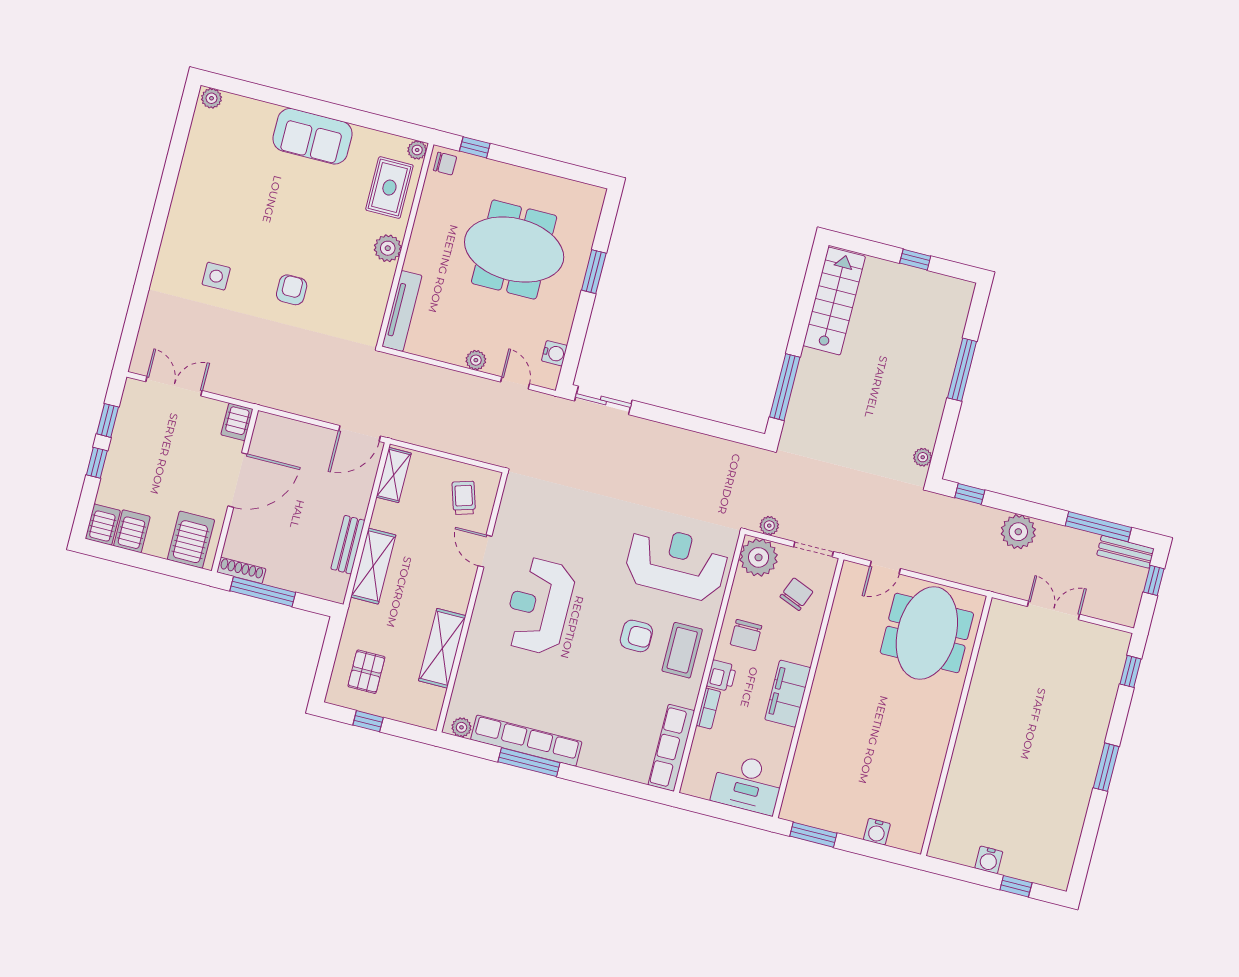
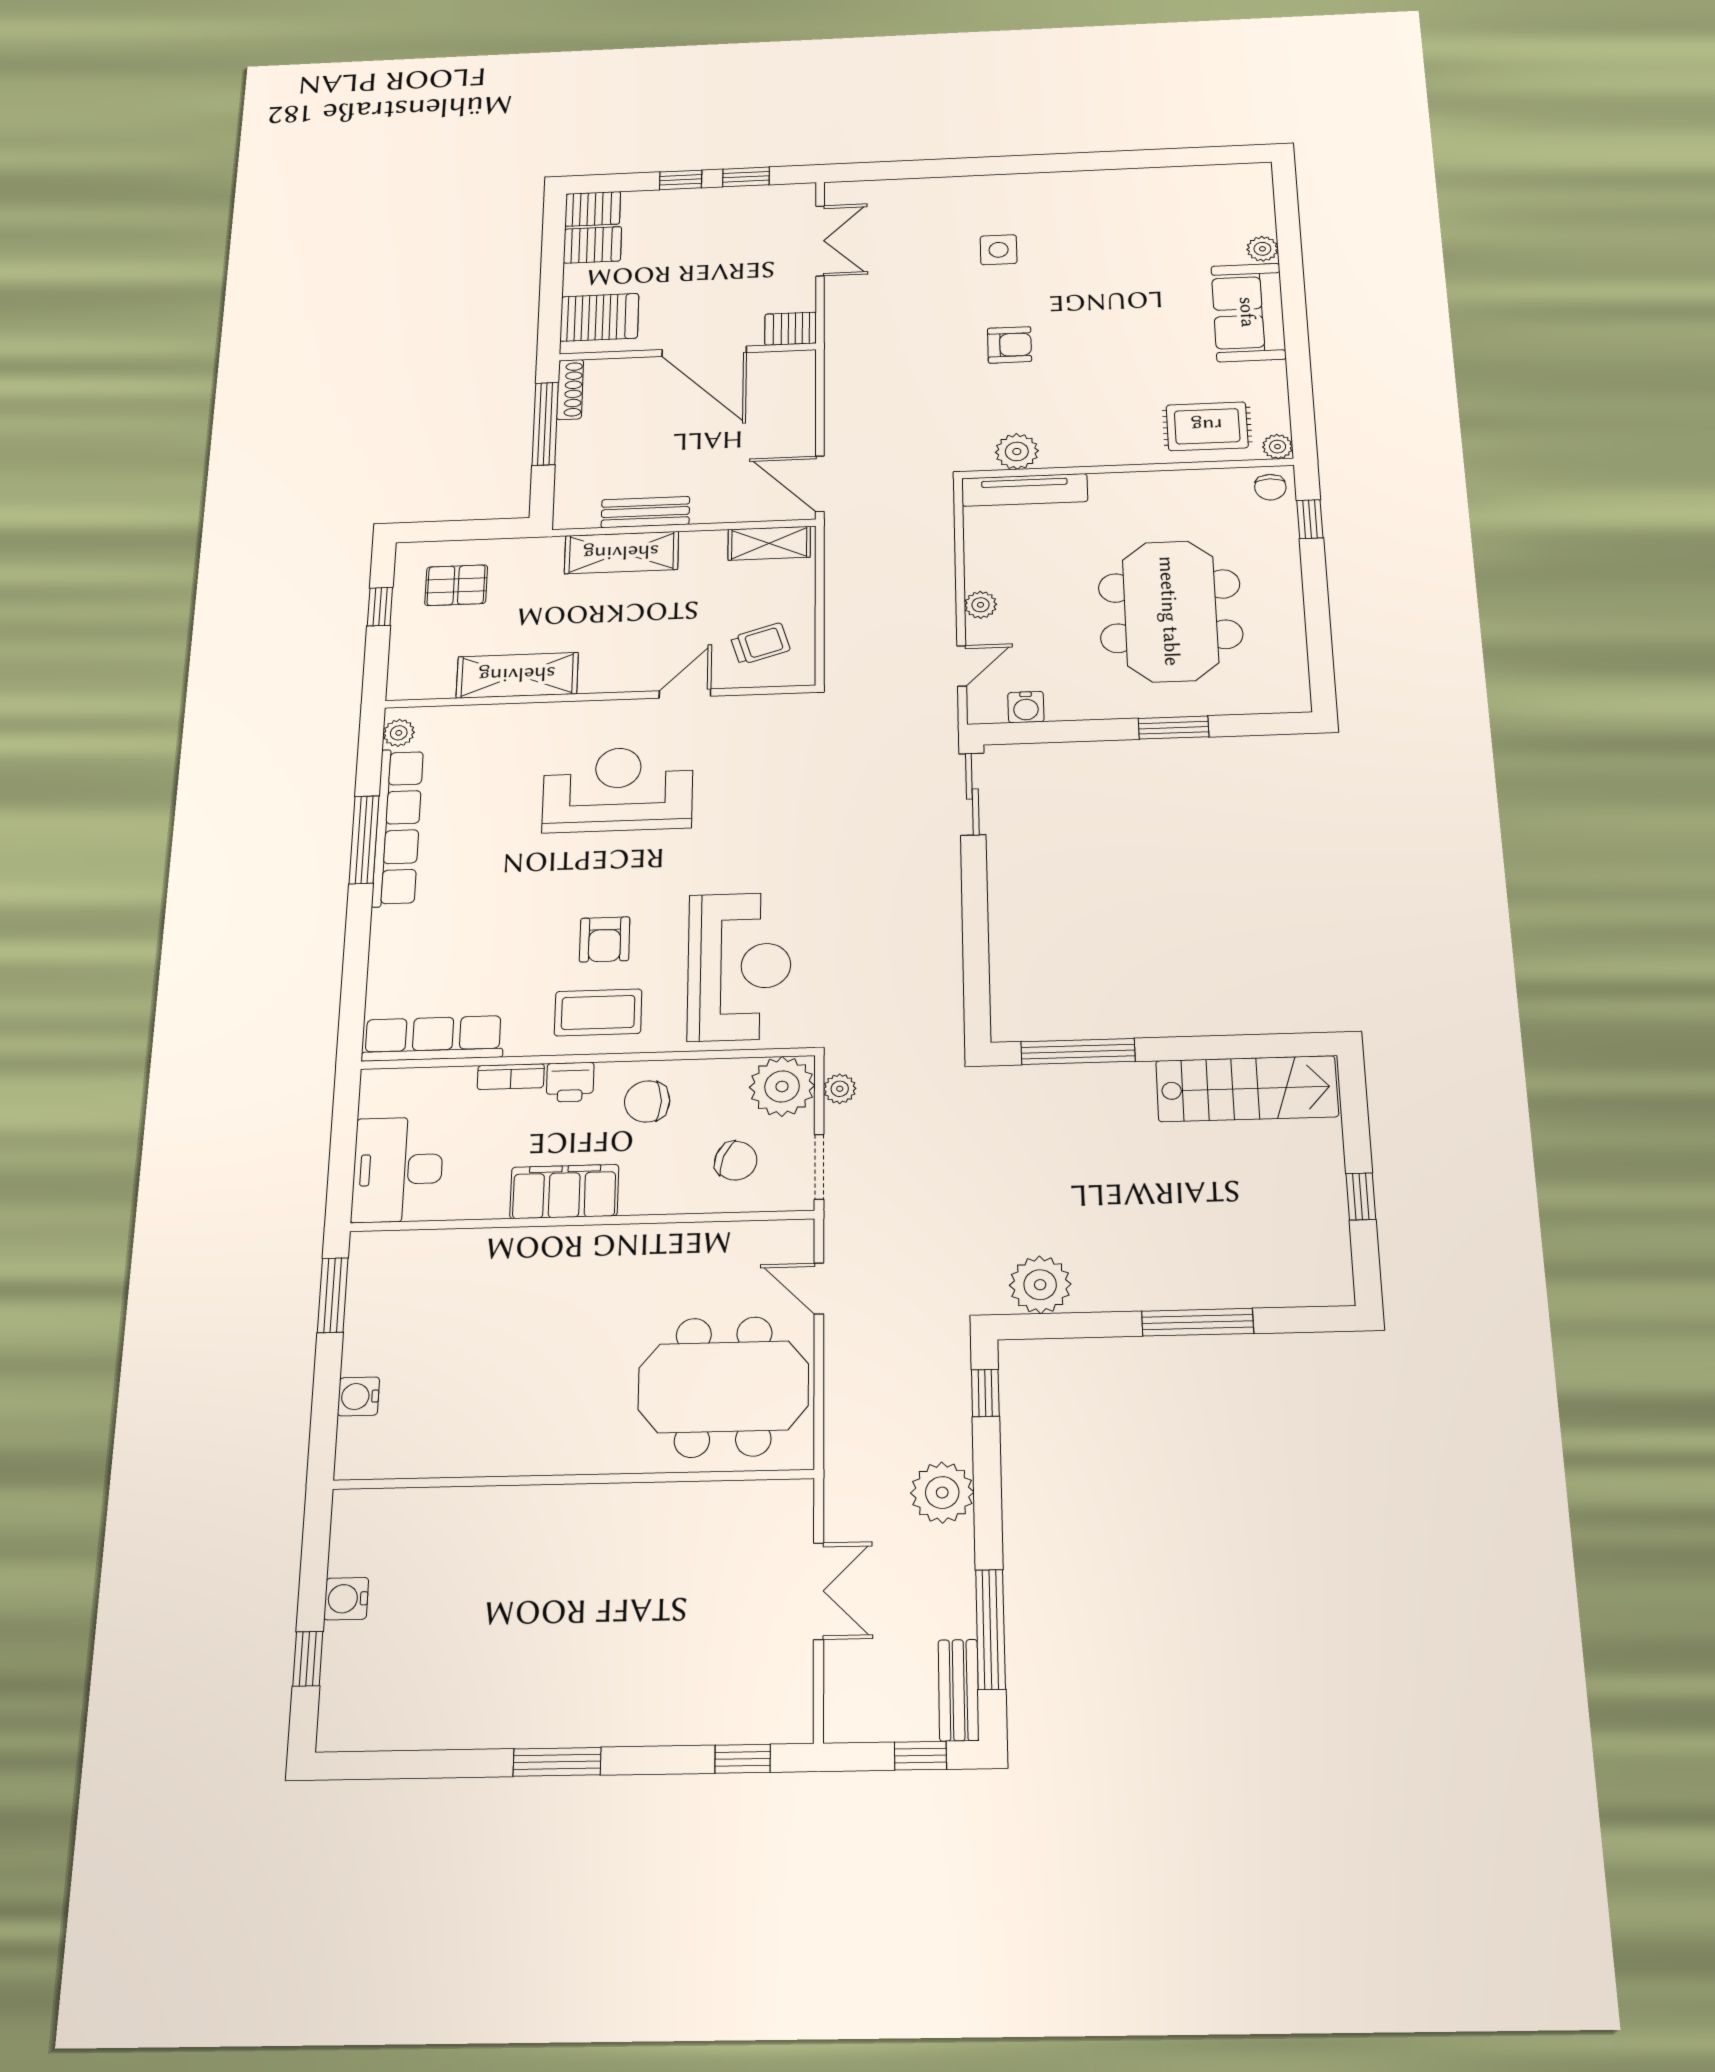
plant: (212, 98) -> (1262, 249), moved
plant: (388, 248) -> (1017, 452), moved
plant: (923, 457) -> (1040, 1285), width x1.88, depth x1.88

